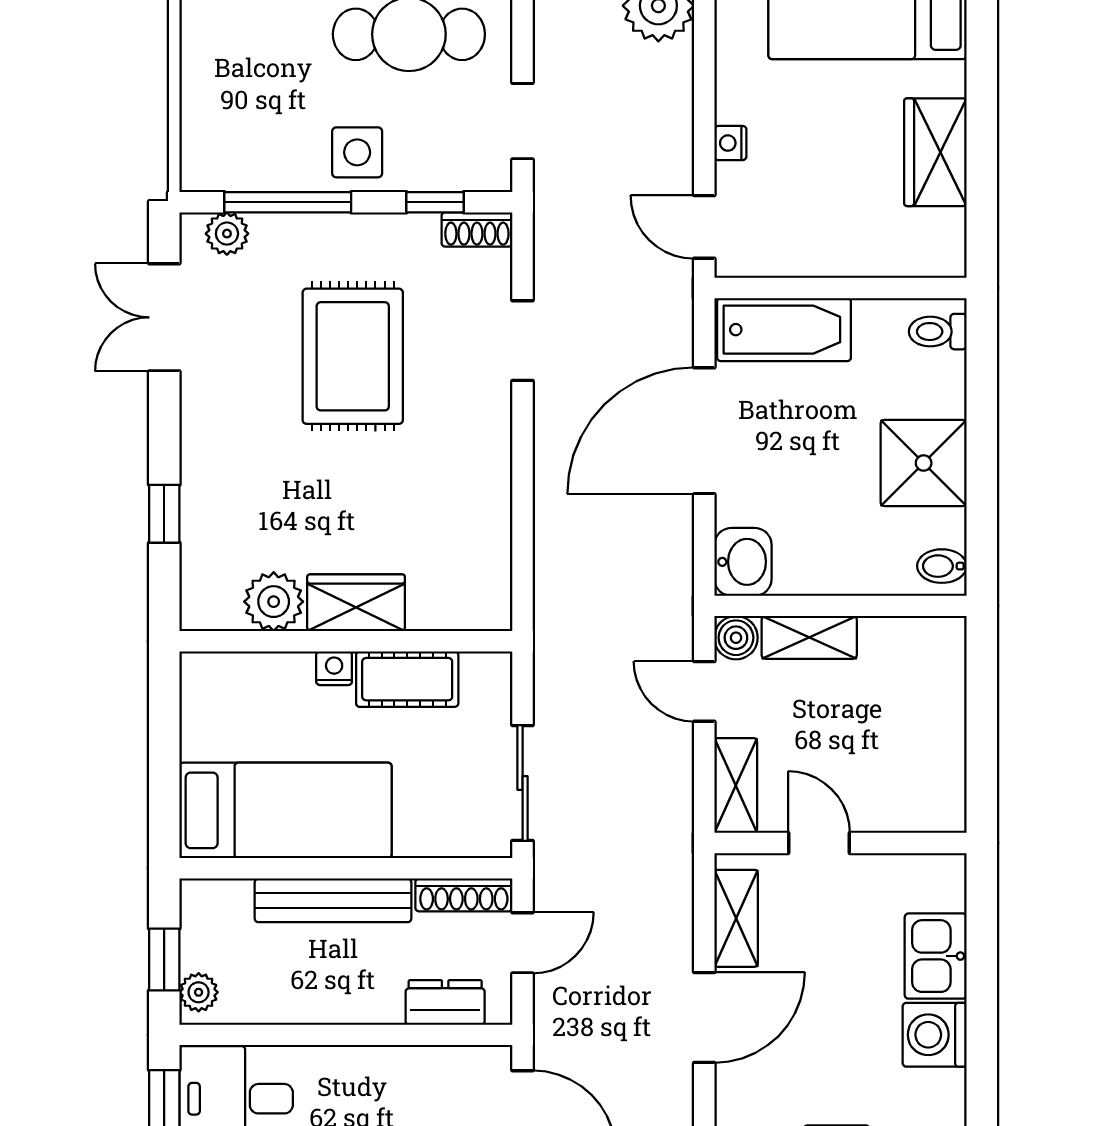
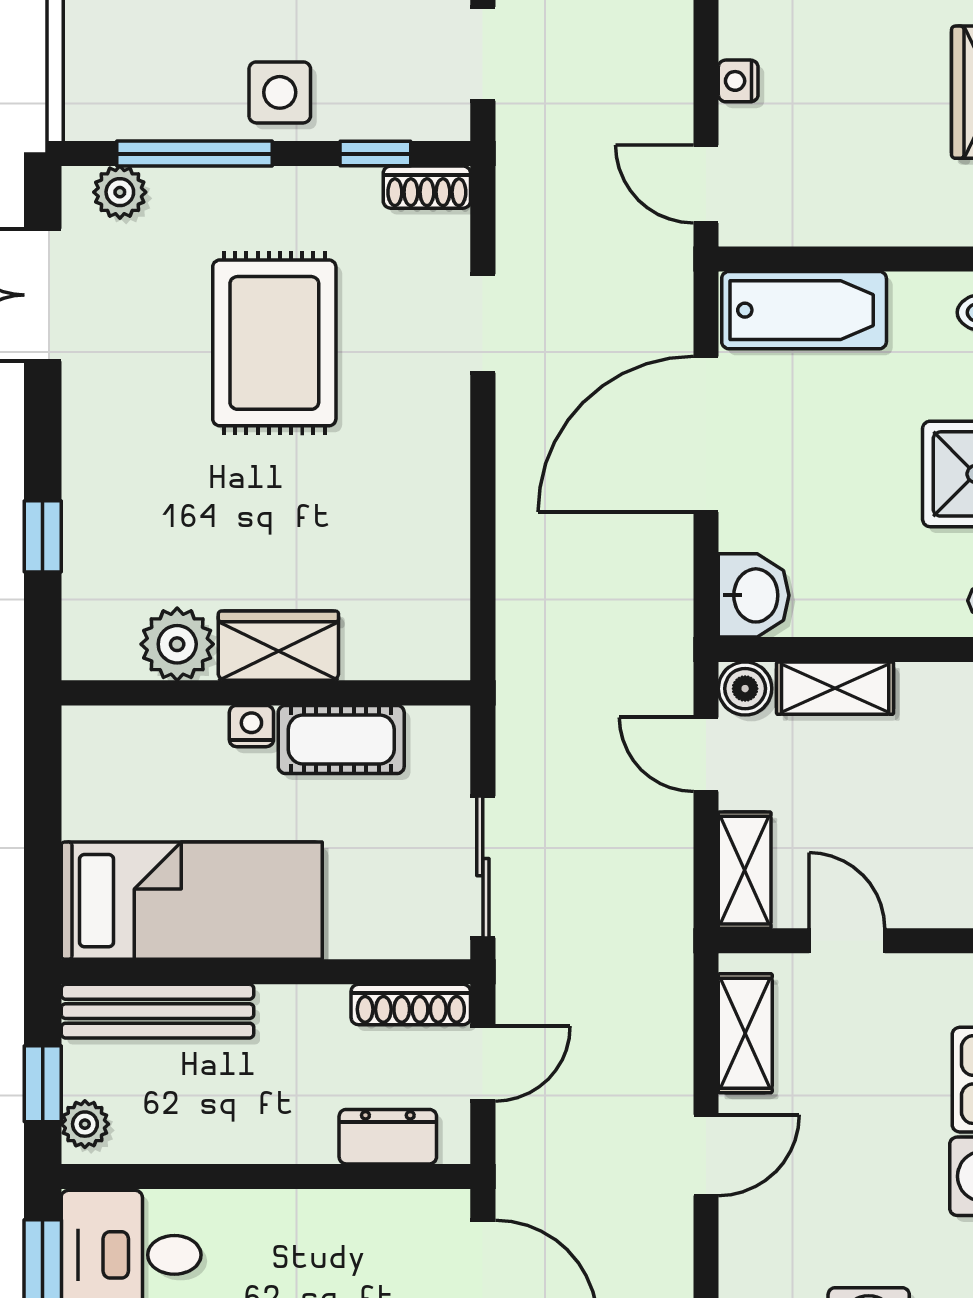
bench: (333, 900) -> (157, 1011), moved
door: (704, 1018) -> (706, 1155), width x0.73

